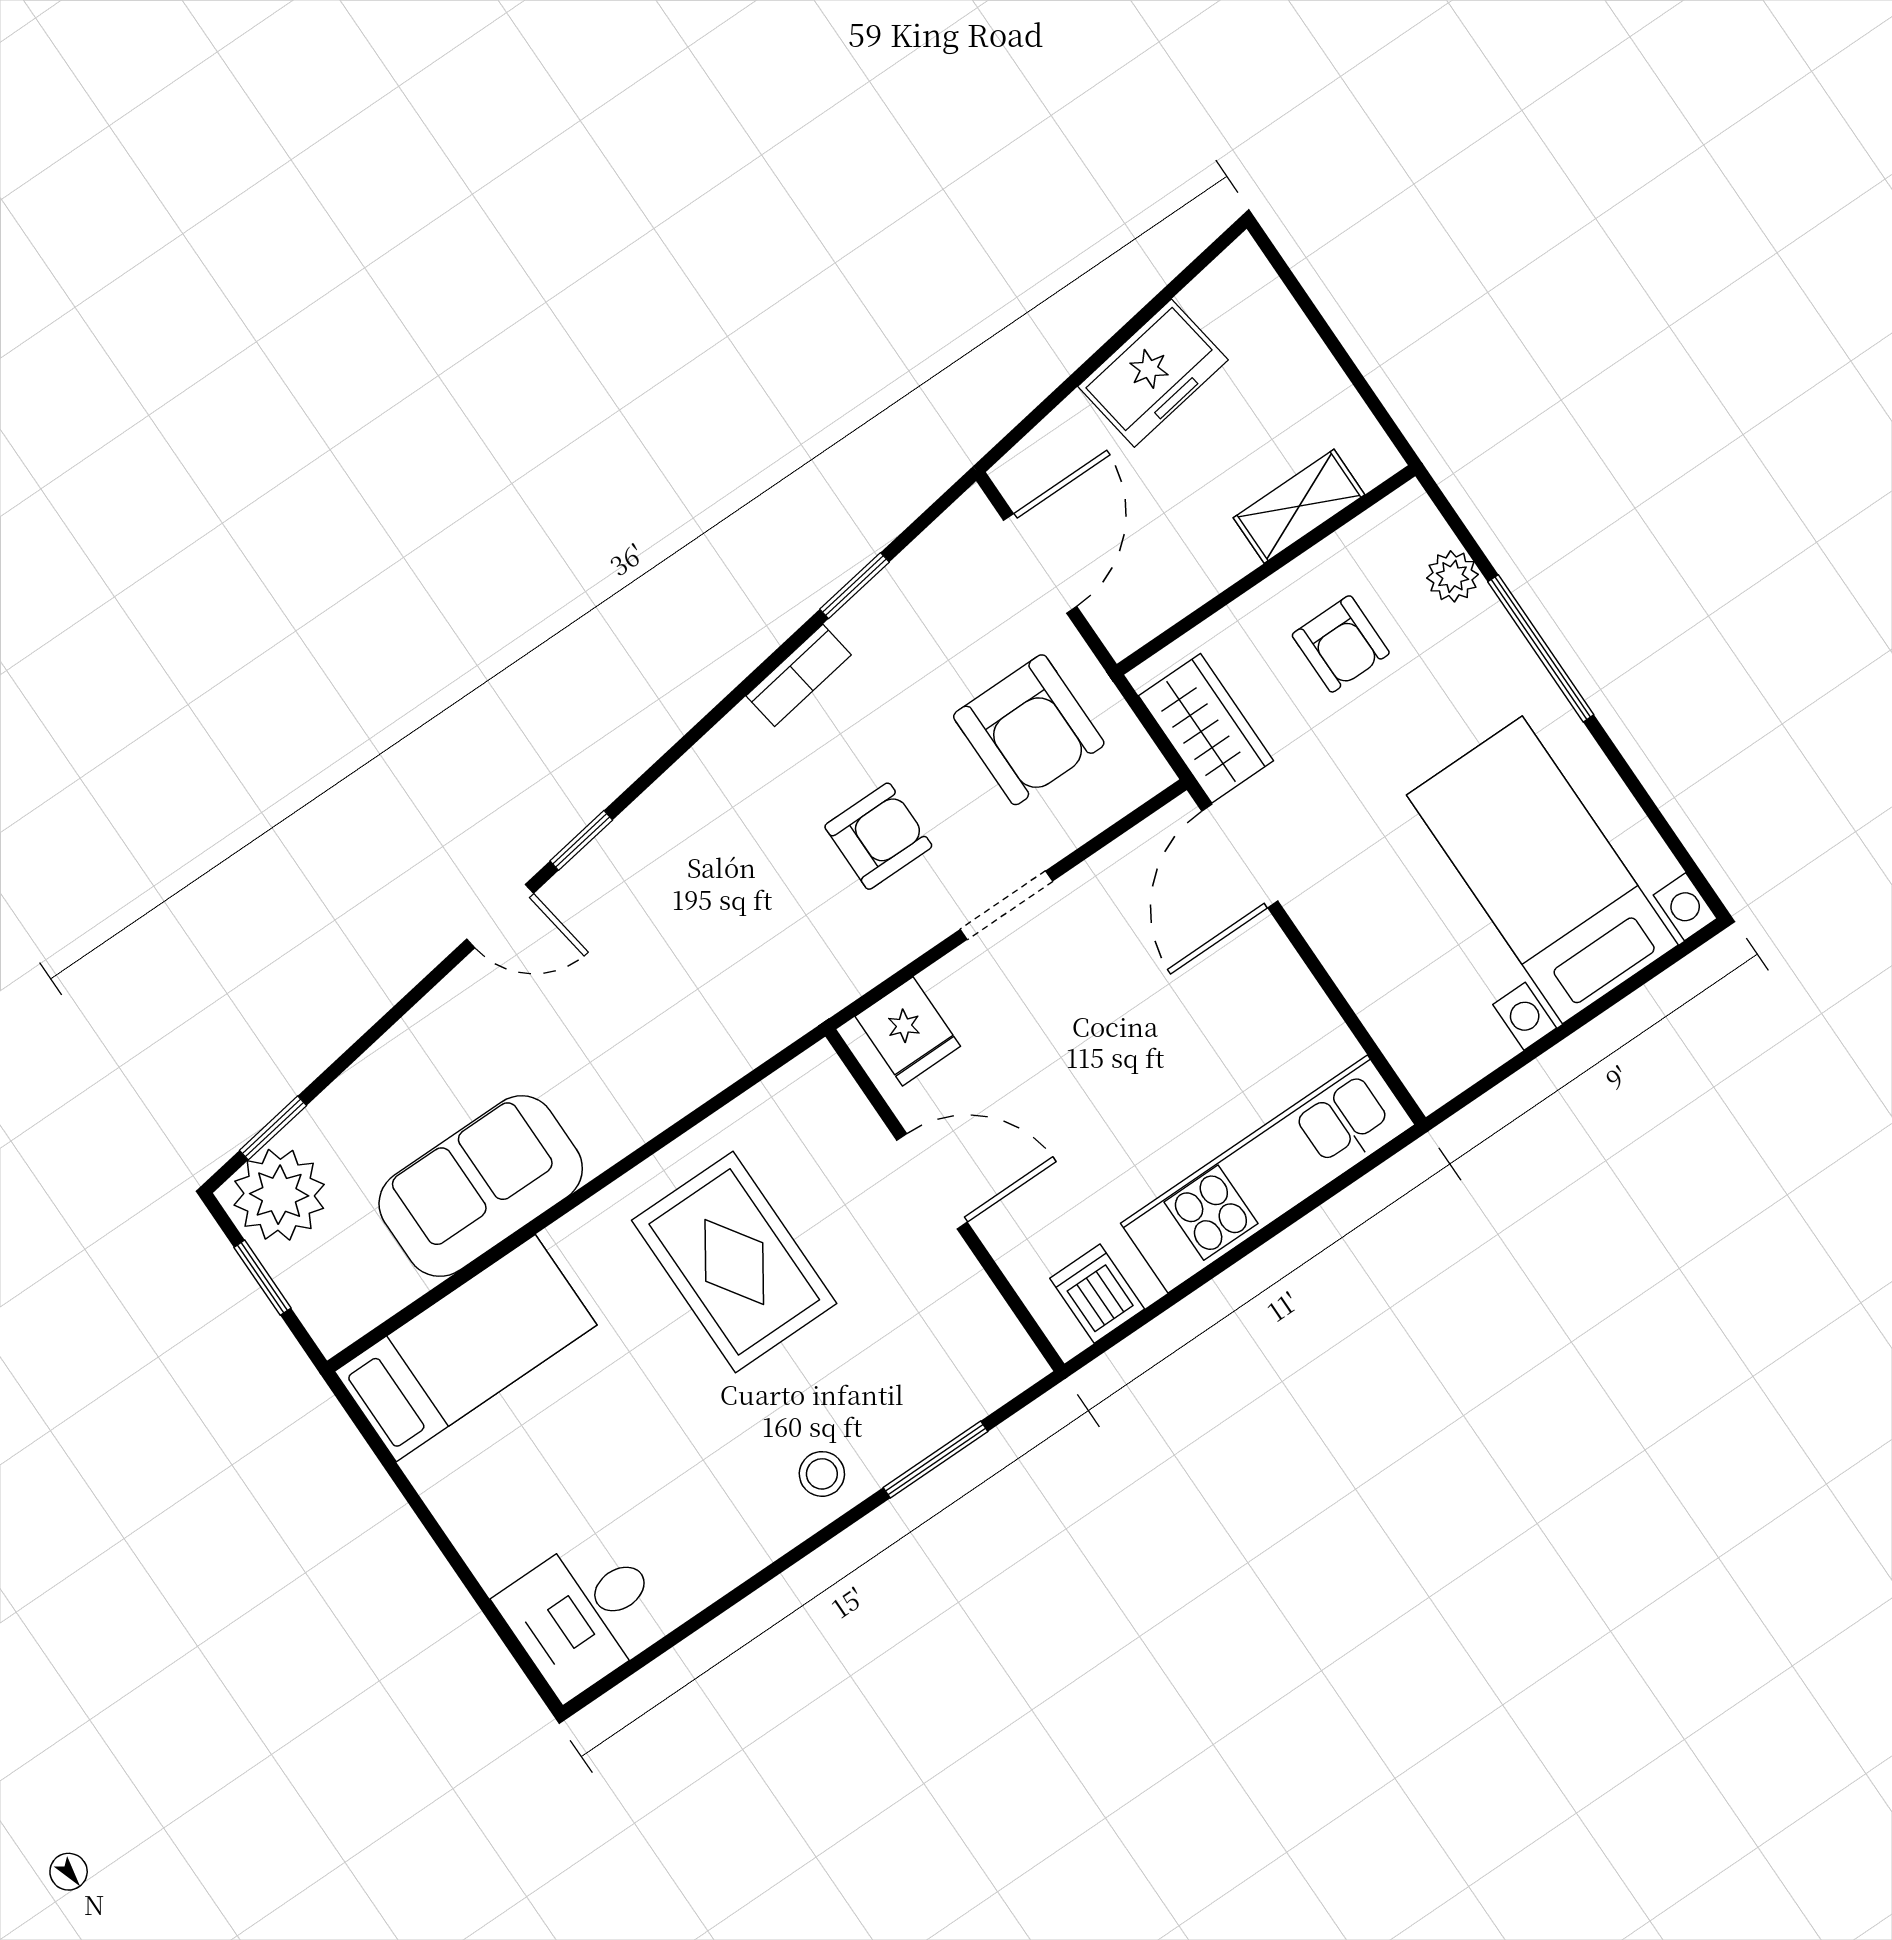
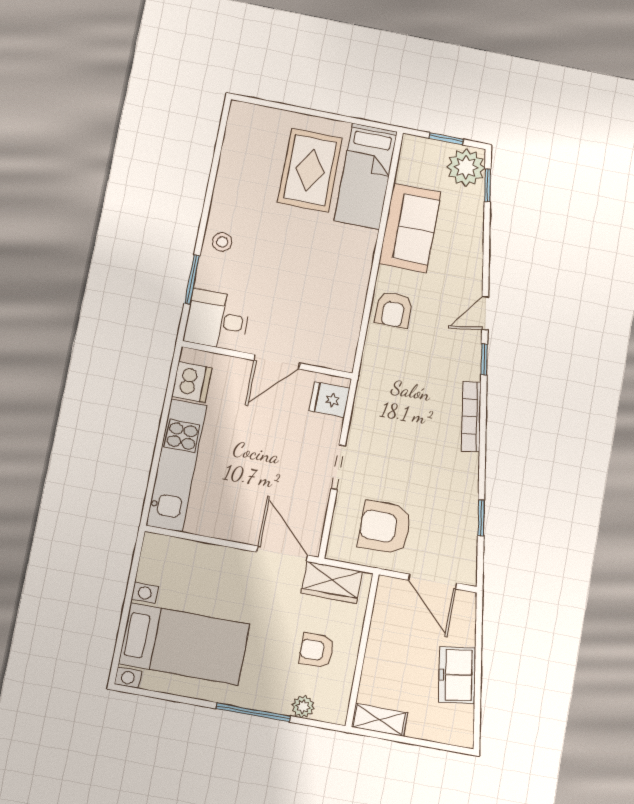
shelving: (1299, 506) -> (379, 720), moved, turned 90
bookcase: (799, 675) -> (471, 417), moved, width x1.56
armchair: (878, 836) -> (394, 310), moved
rug: (734, 1262) -> (310, 170), moved, turned 90
dishwasher: (1097, 1294) -> (192, 382), width x1.38
desk: (584, 1613) -> (217, 320), moved, turned -90

